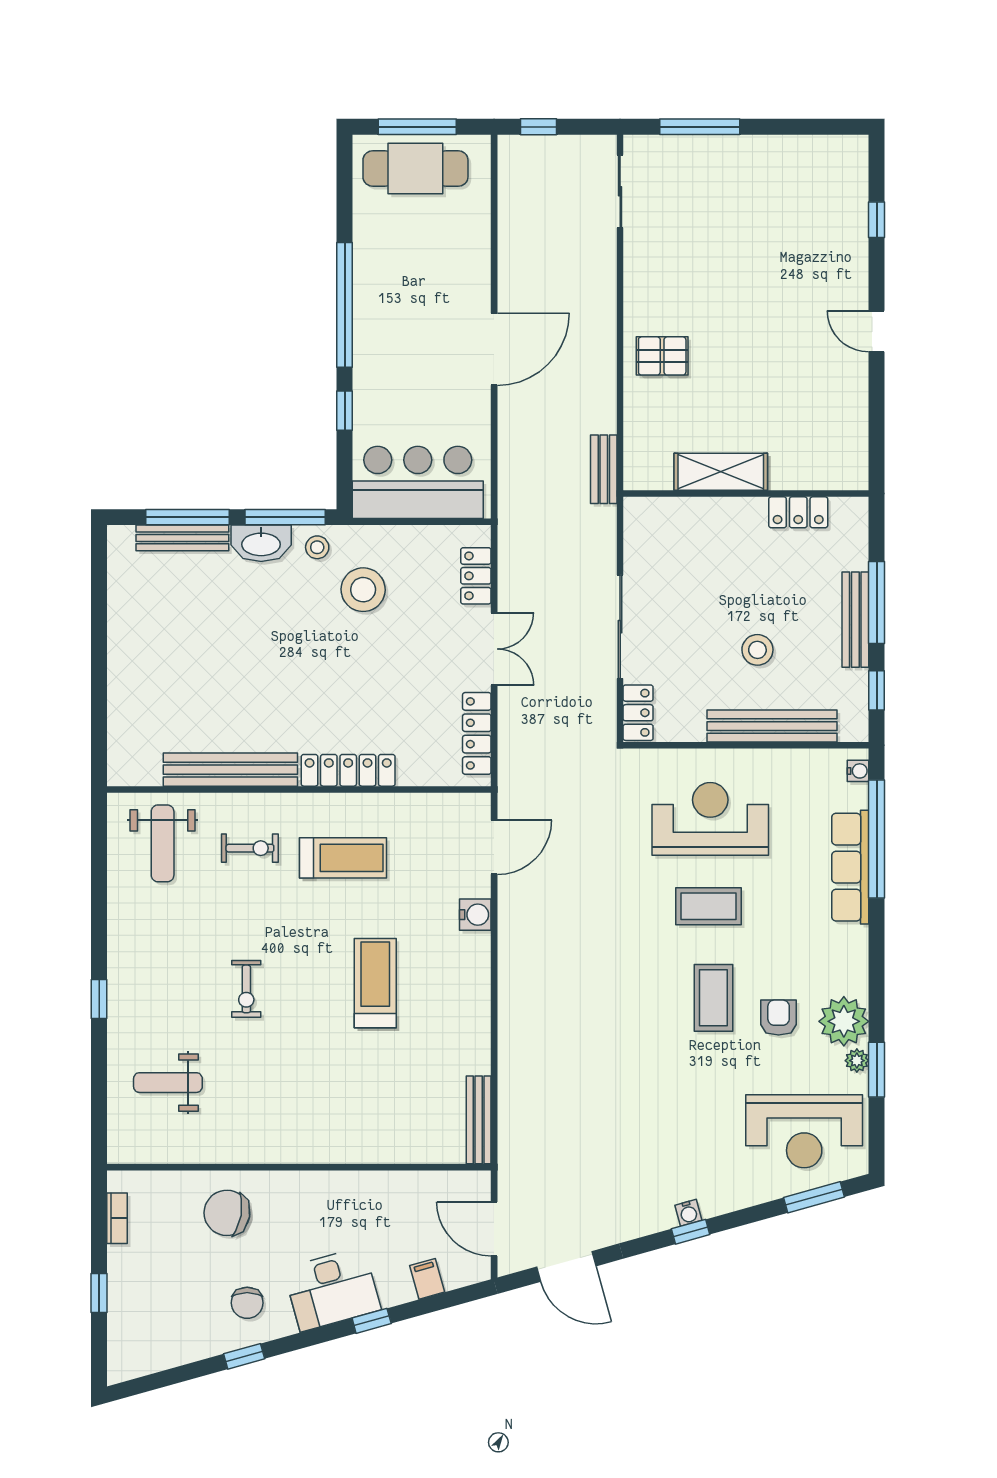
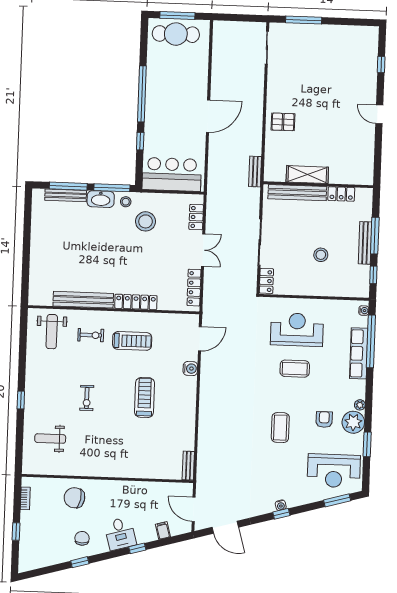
window: (539, 127) -> (232, 17), removed
bench: (772, 726) -> (297, 193), moved
coffee table: (713, 998) -> (280, 428), moved
plant: (857, 1061) -> (360, 405), moved
bench: (479, 1120) -> (188, 466), width x0.73
desk: (332, 1289) -> (120, 534), width x0.73
chair: (247, 1303) -> (82, 538), turned 180

